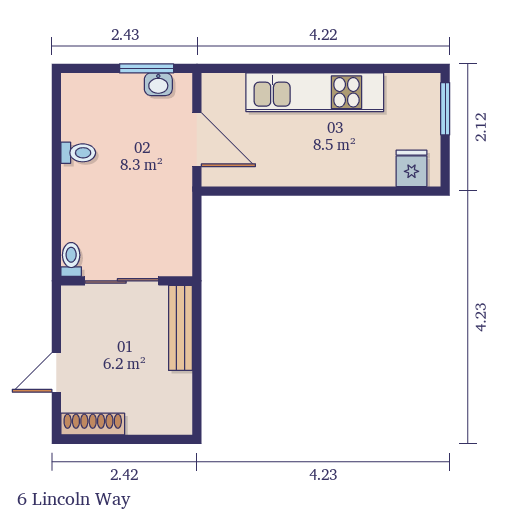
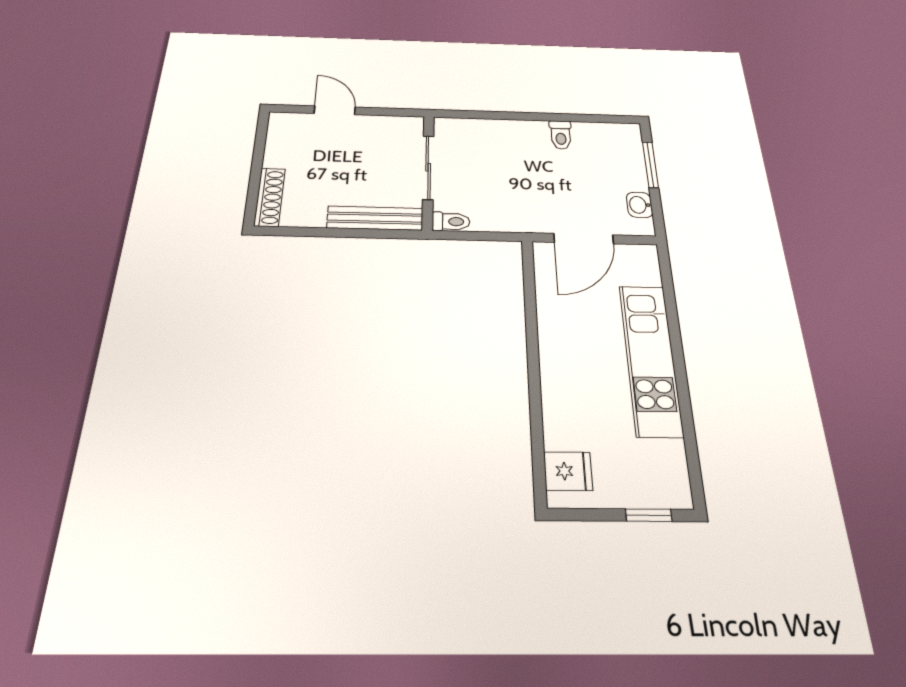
window: (147, 68) -> (650, 165), moved
window: (445, 109) -> (649, 515), width x0.67
toilet: (71, 259) -> (451, 222), moved
shoe rack: (93, 424) -> (270, 197), moved

